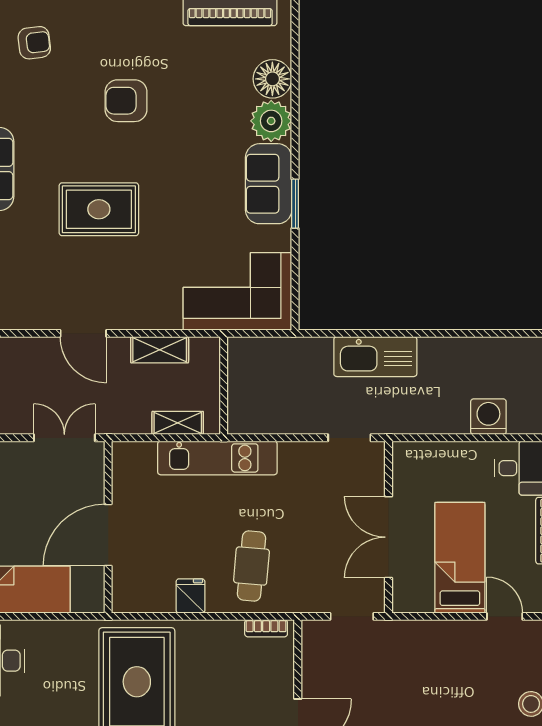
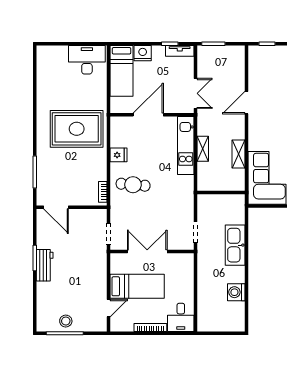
shelving: (160, 350) -> (238, 154), moved
wall: (224, 386) -> (221, 193), moved
washing machine: (488, 417) -> (236, 292), moved, turned 180
kitchen unit: (217, 458) -> (186, 146), moved
door: (108, 535) -> (148, 115), hinge flipped

